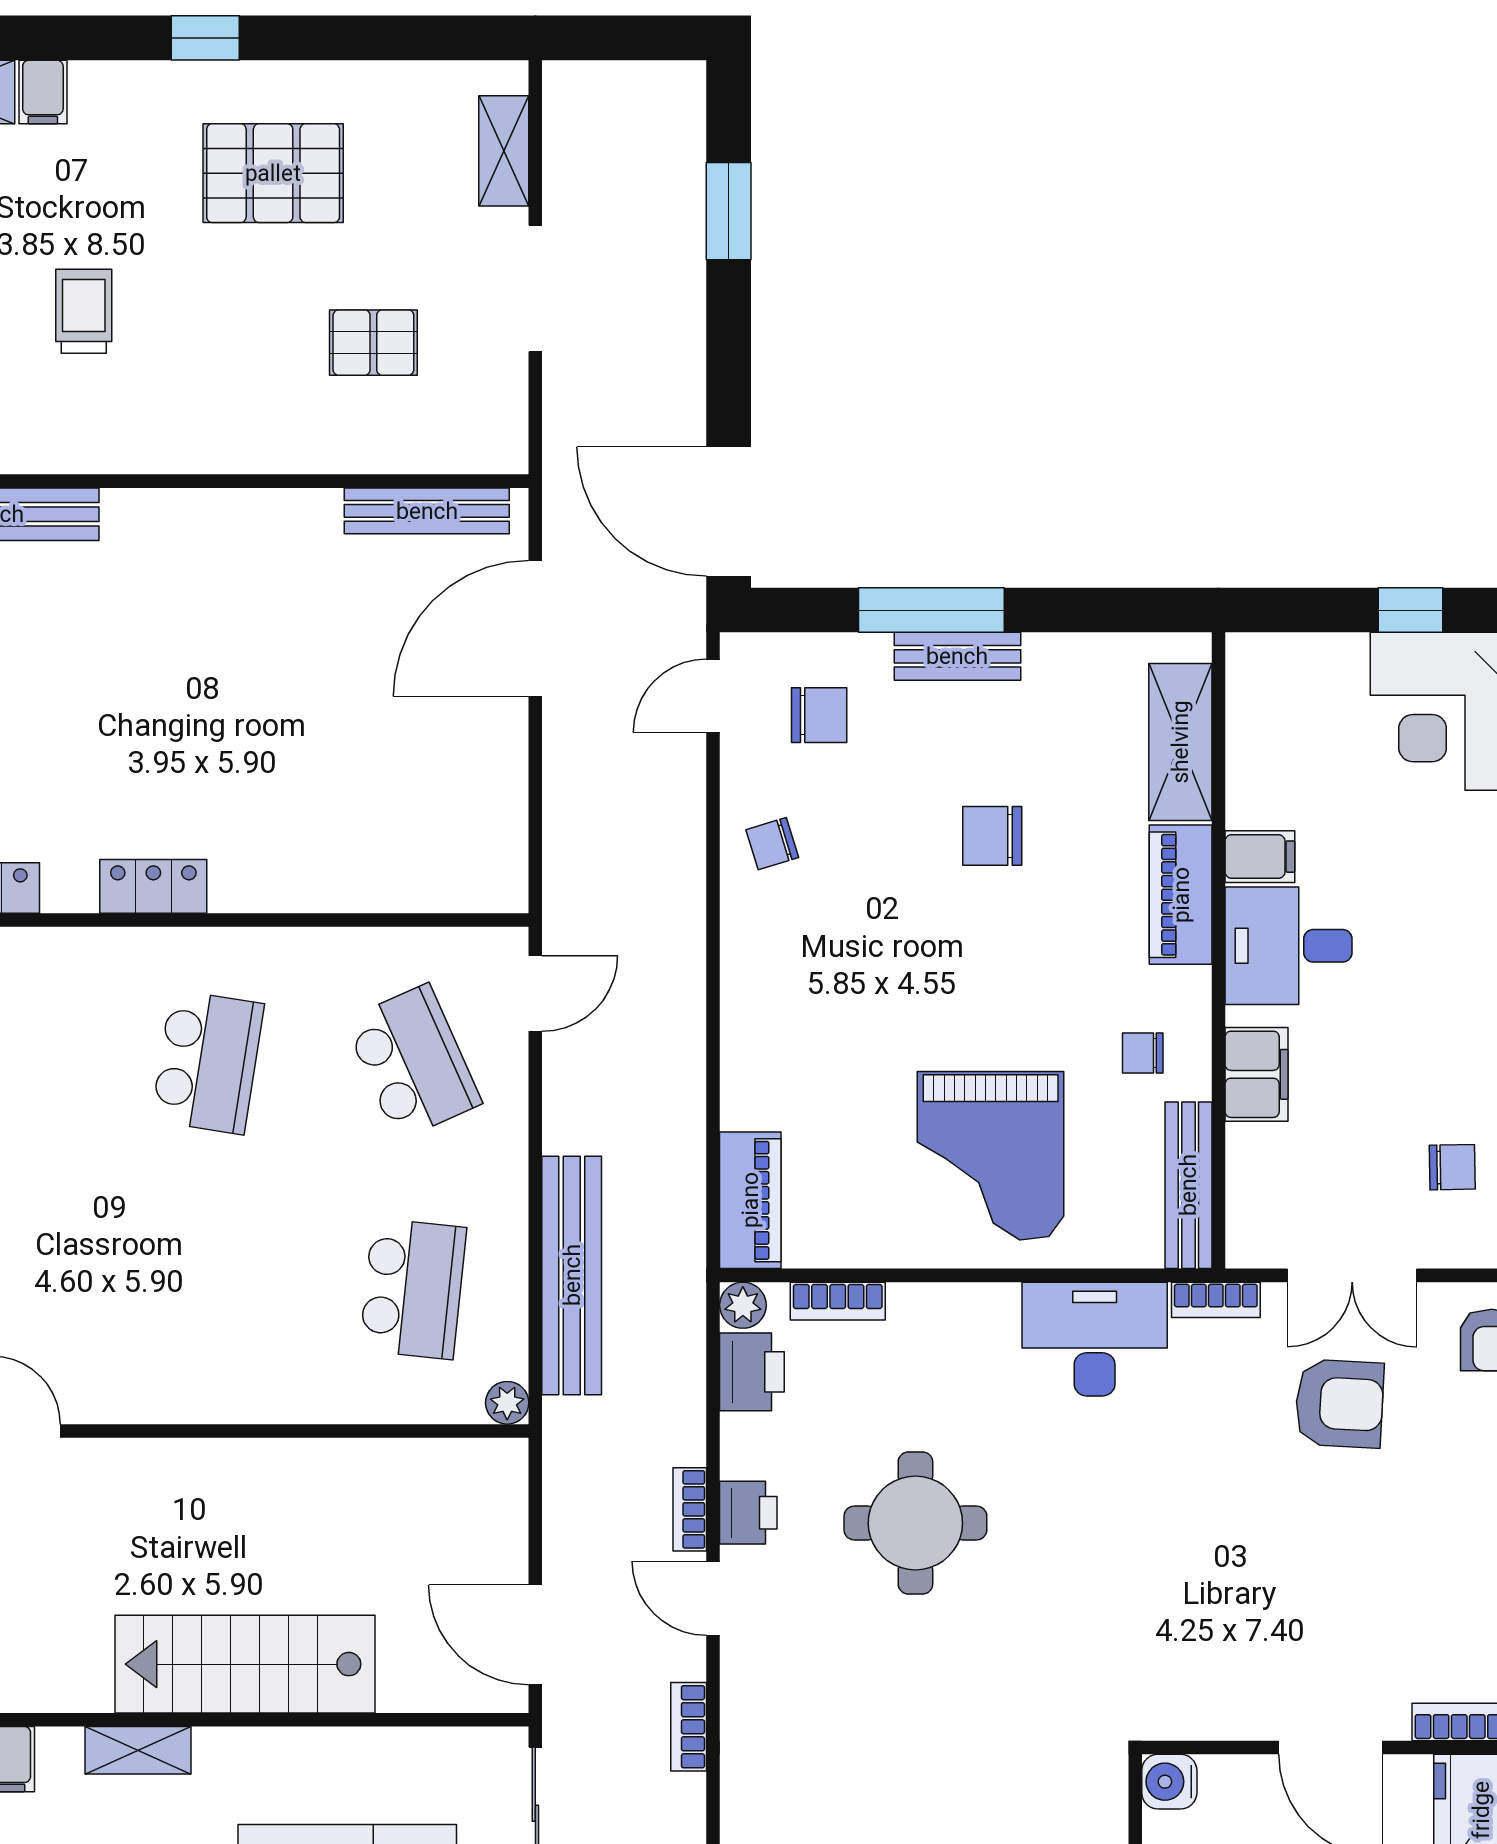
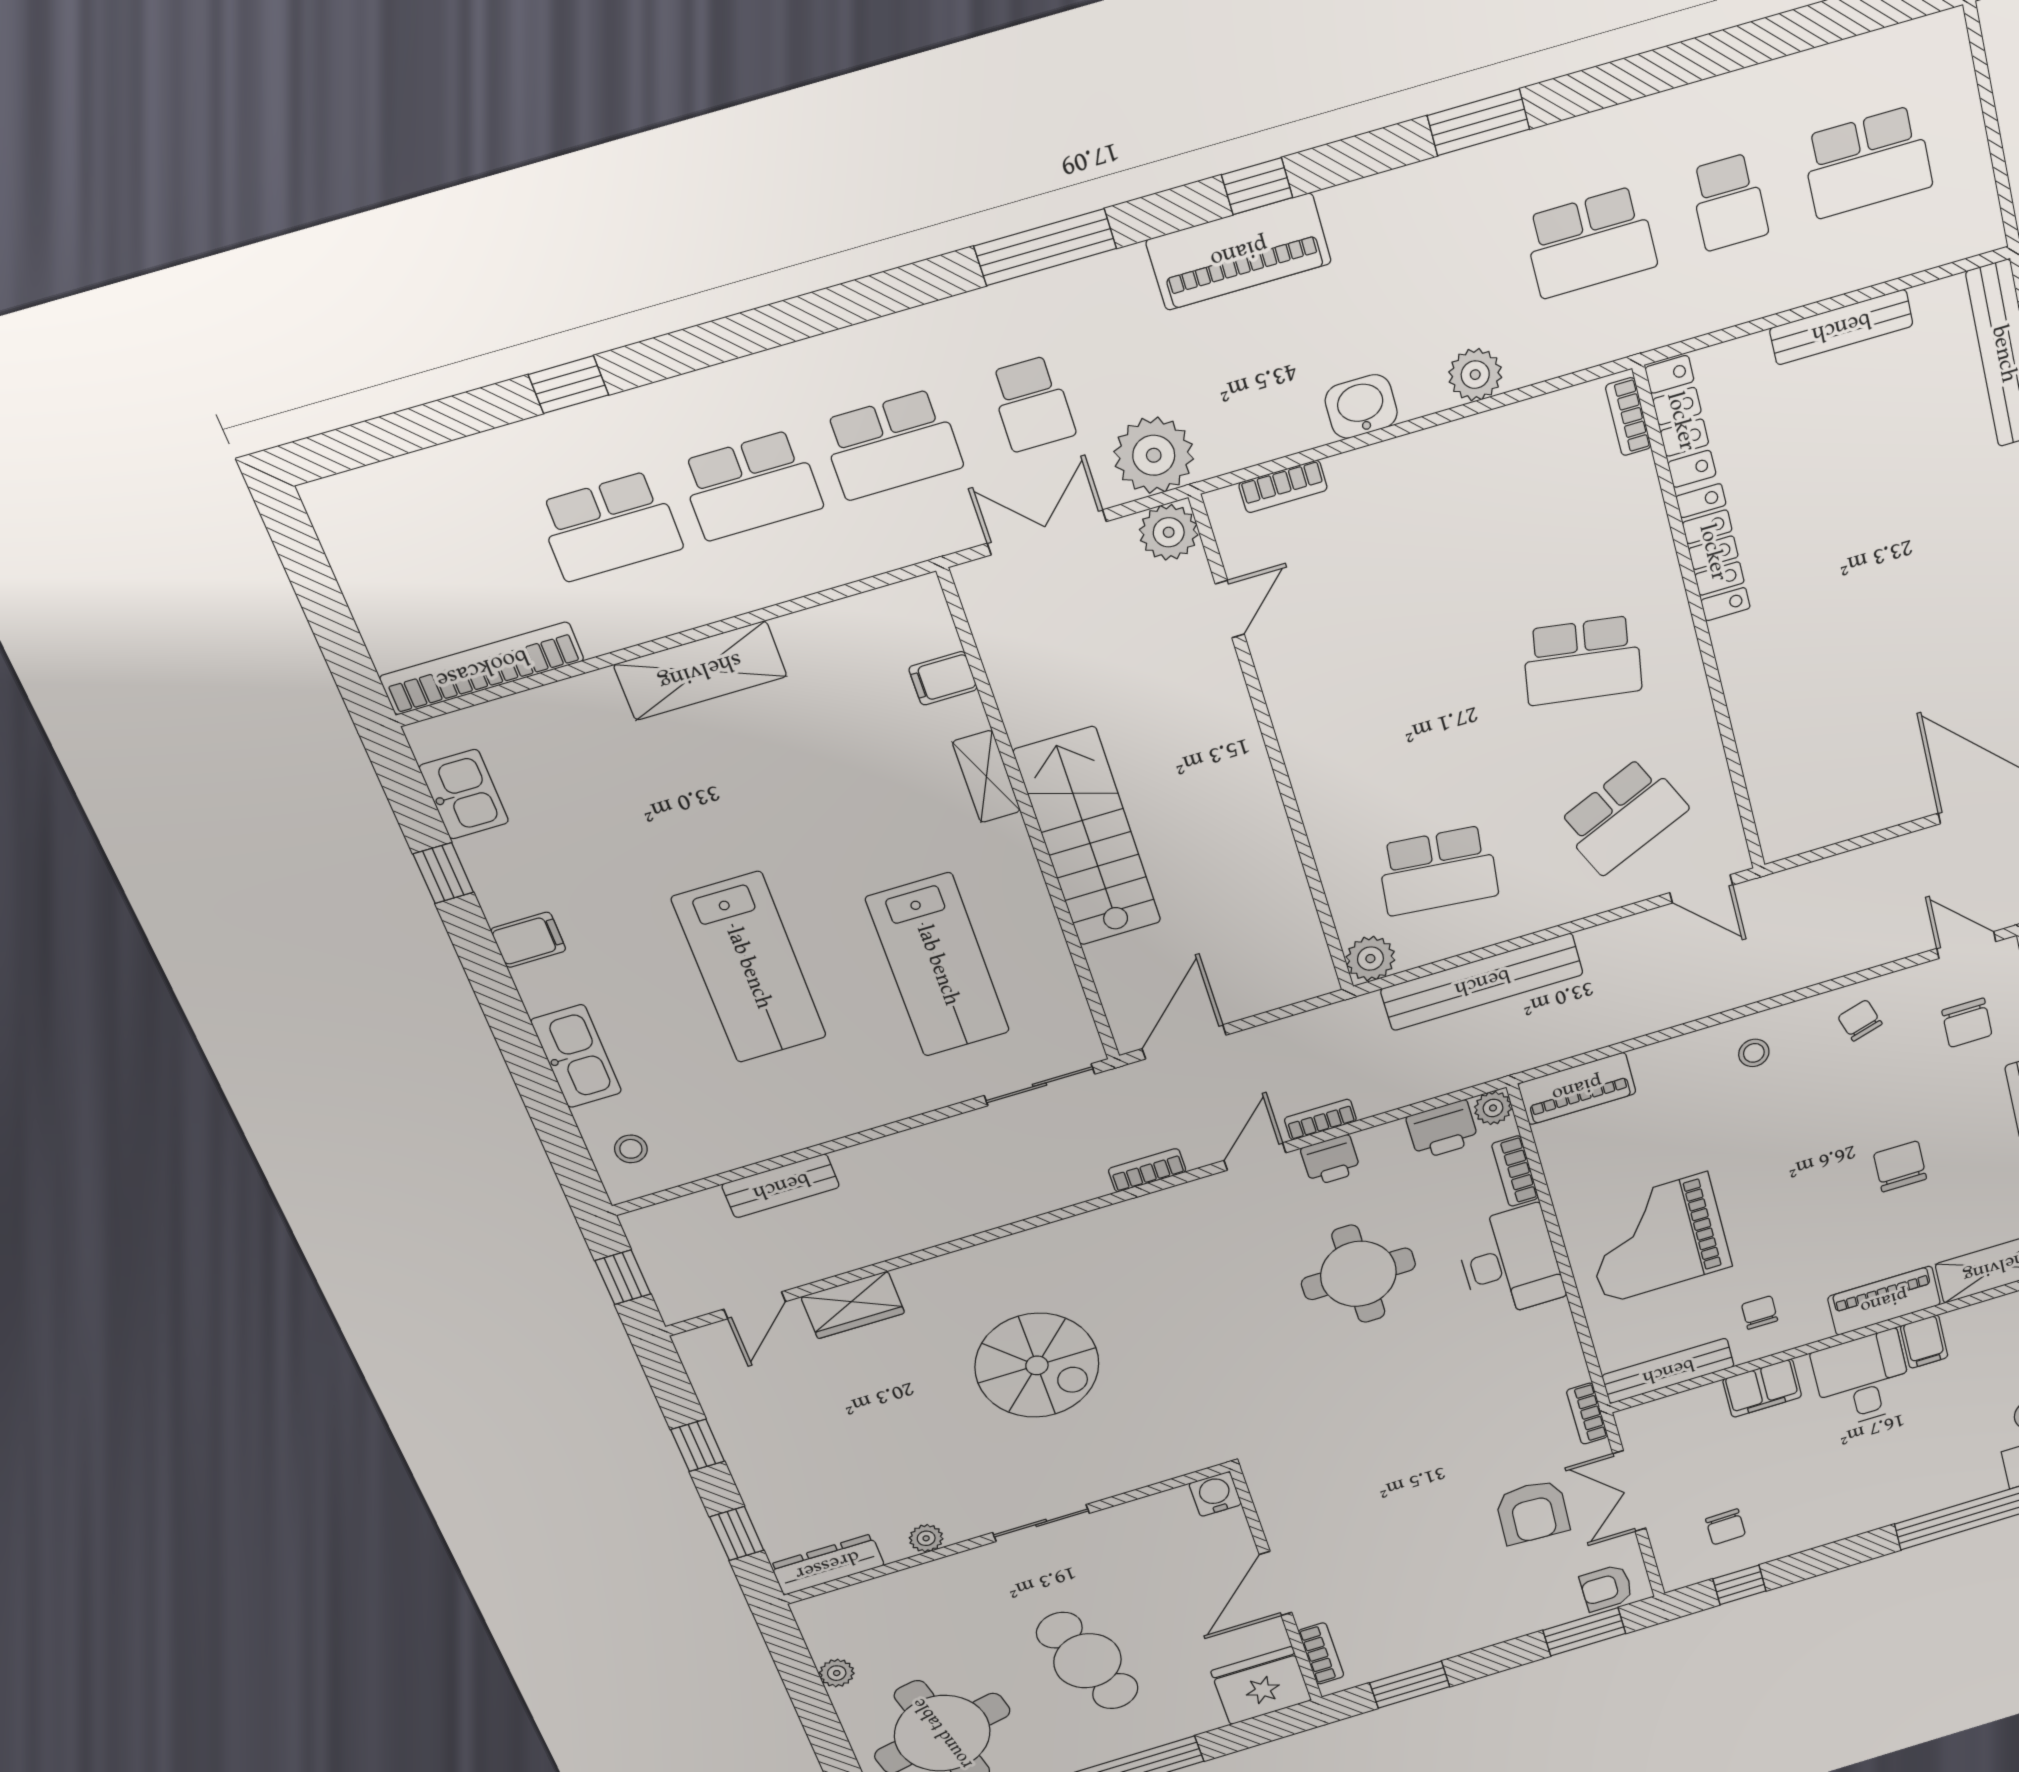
locker: (153, 886) -> (1713, 553), width x1.53
stool: (773, 980) -> (1754, 1053), added
desk: (1095, 1339) -> (1510, 1262), moved
plant: (507, 1403) -> (1370, 959), width x1.38, depth x1.38

